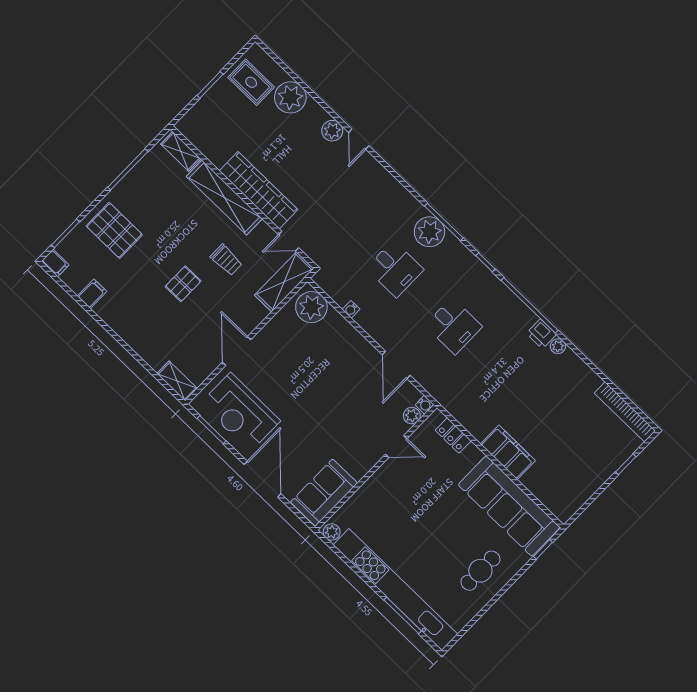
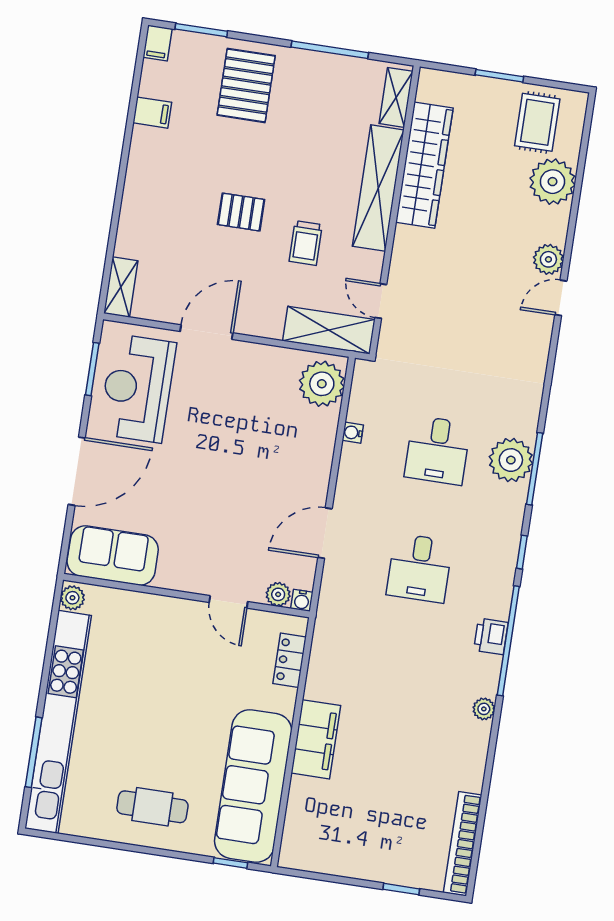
wardrobe: (259, 190) -> (424, 165), moved
printer: (541, 334) -> (491, 636), moved

